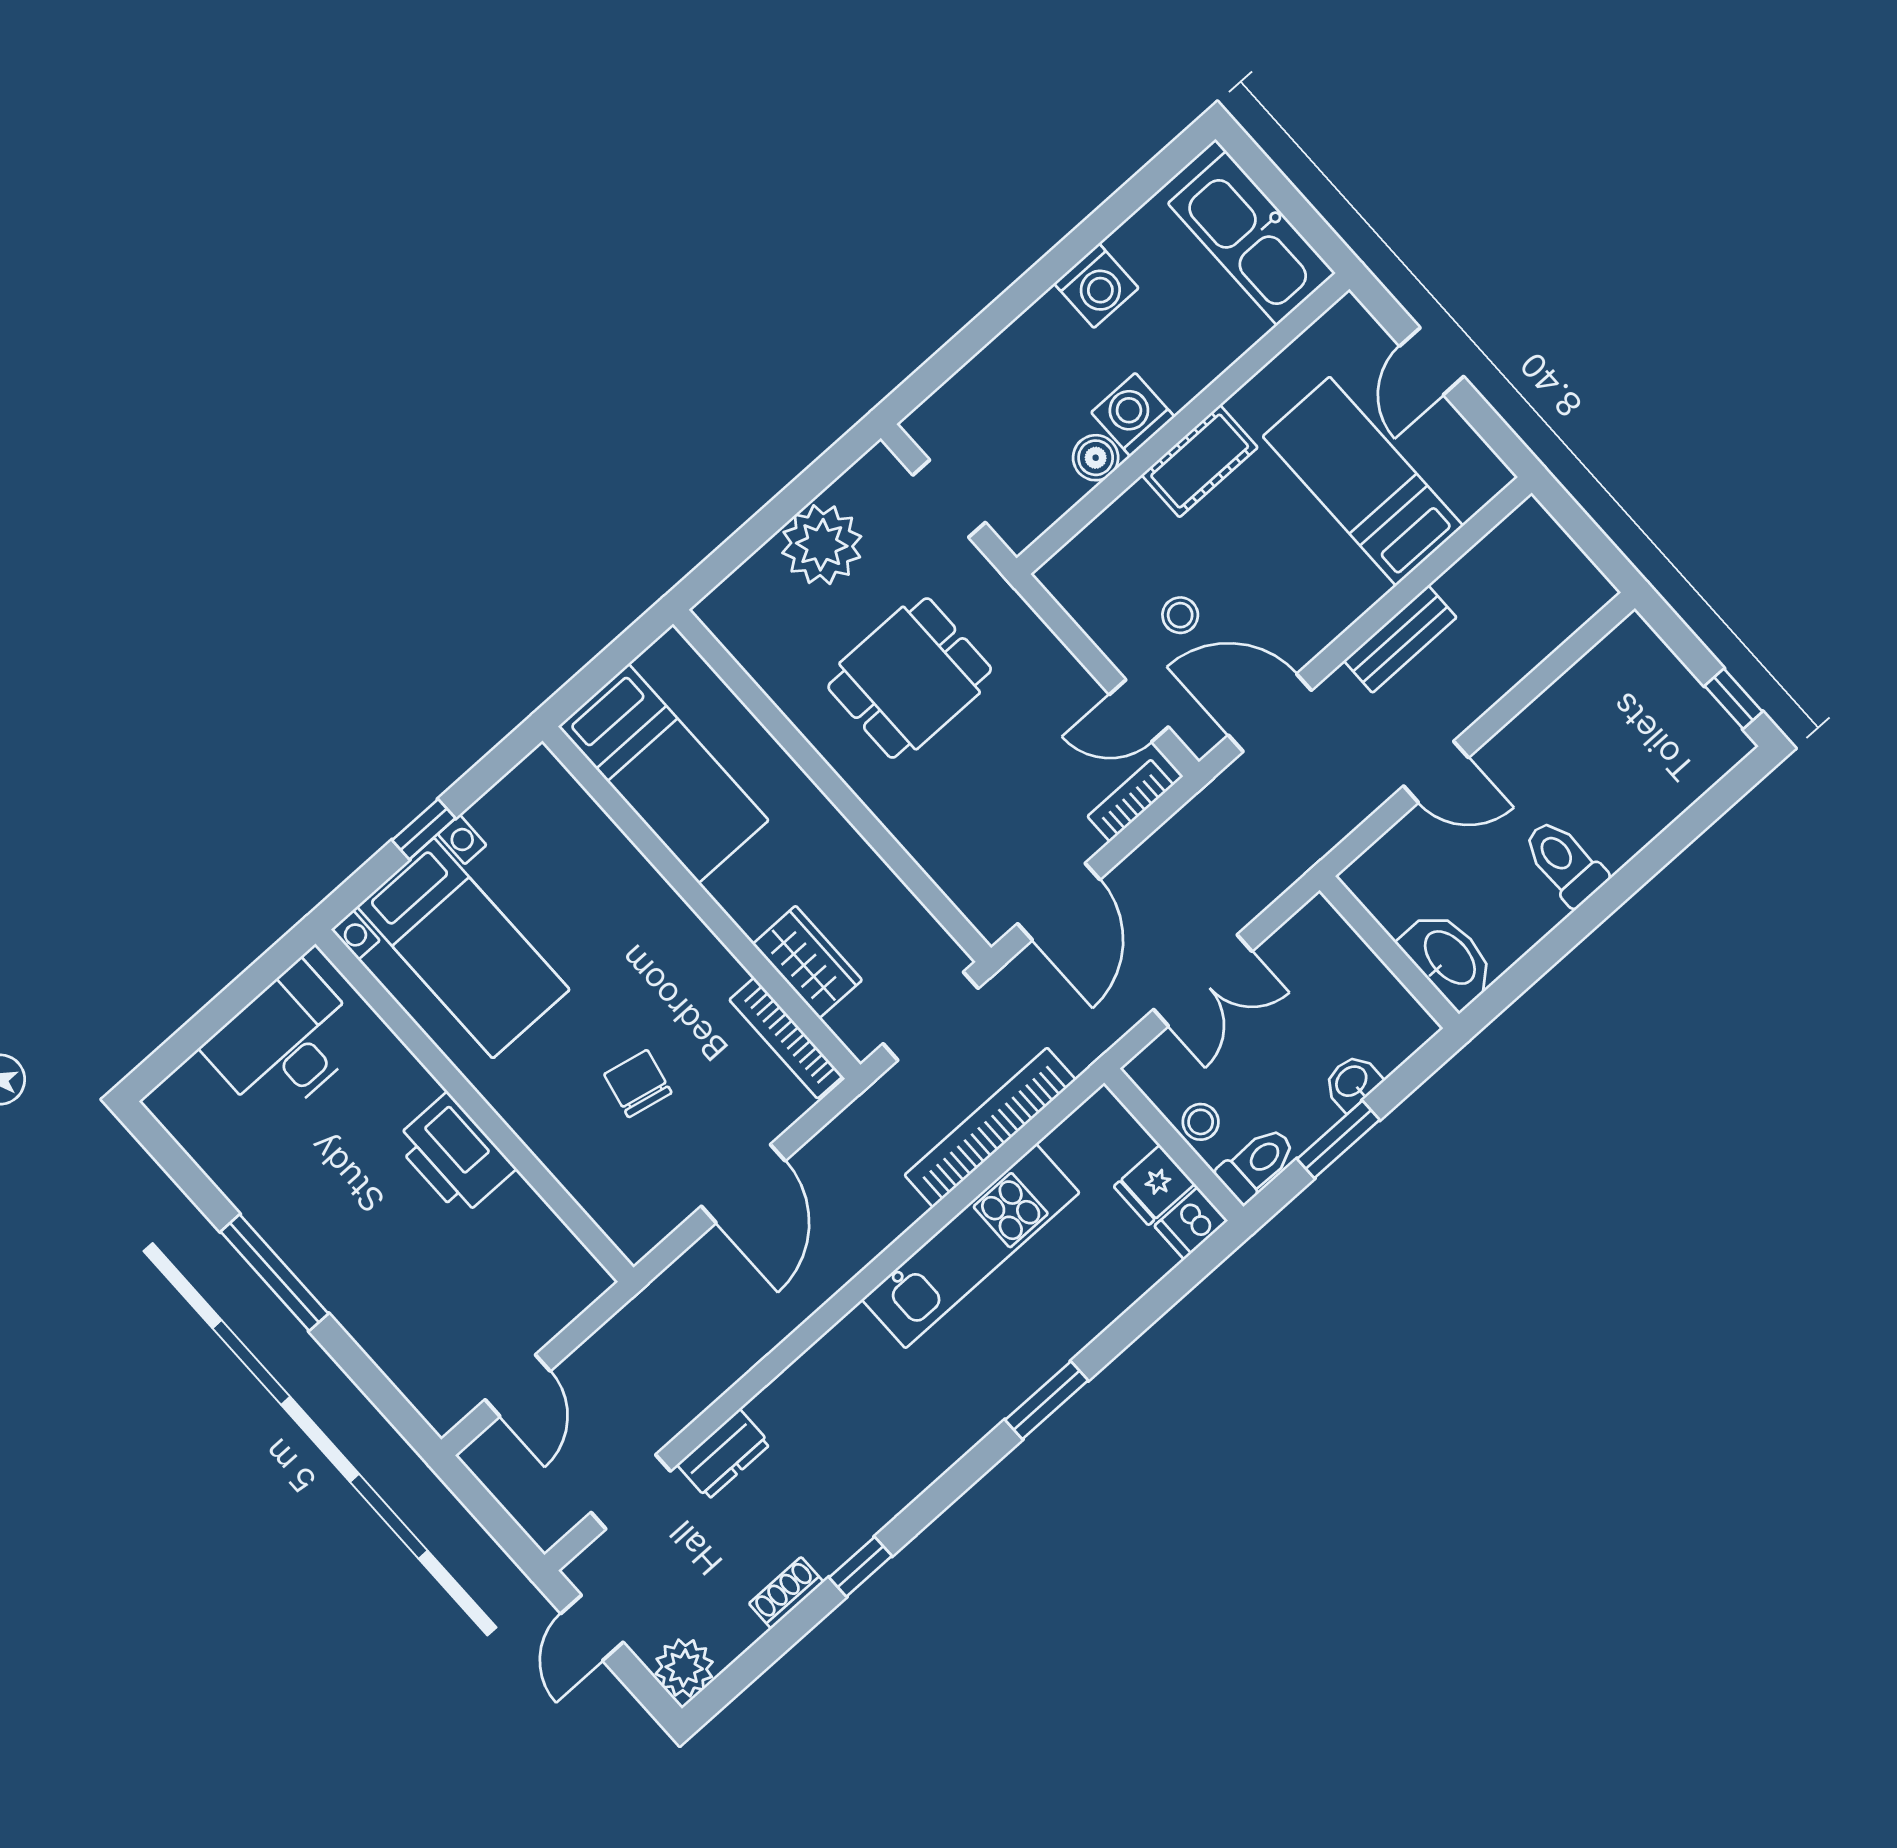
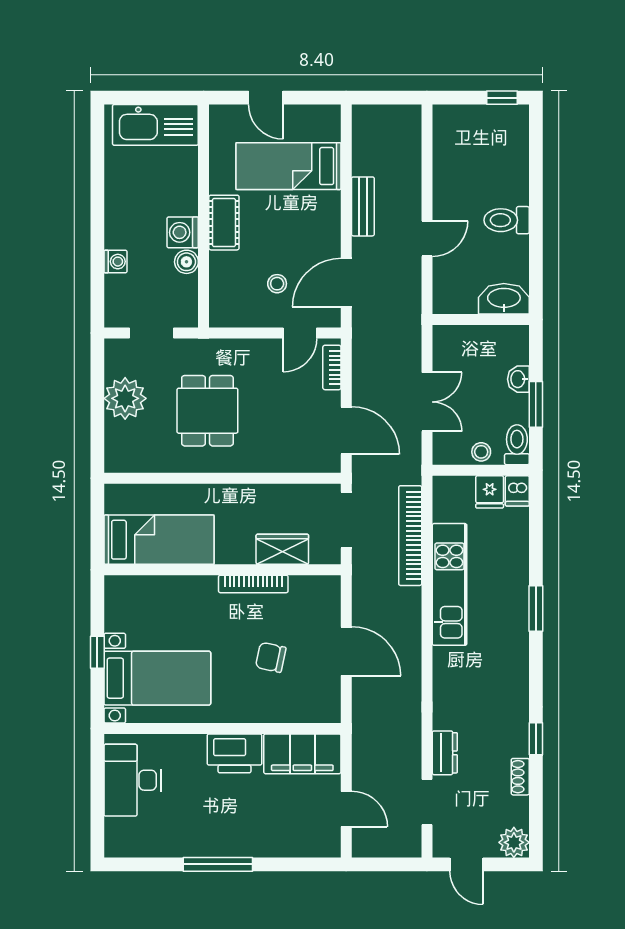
washing machine: (1096, 286) -> (115, 262), moved, width x0.73, depth x0.73
bookcase: (786, 1038) -> (253, 584), moved
filing cabinet: (540, 1252) -> (302, 754), added

